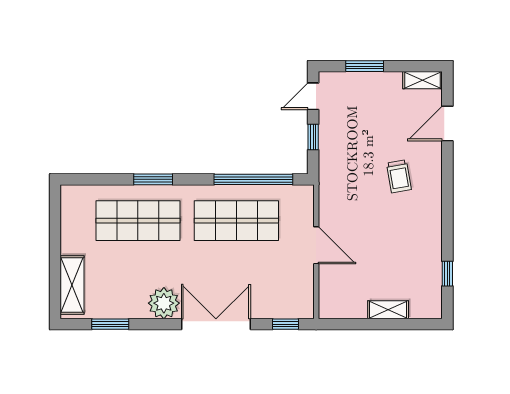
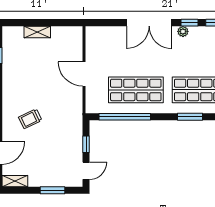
trolley: (399, 176) -> (30, 119), turned -106
plant: (164, 303) -> (183, 31), width x0.53, depth x0.53
window: (286, 324) -> (190, 23), moved

